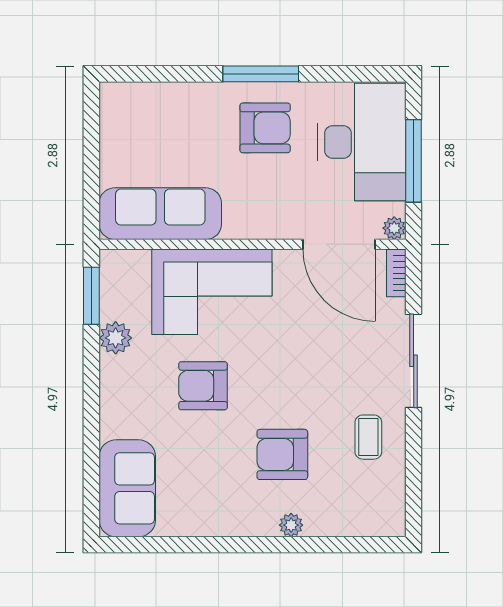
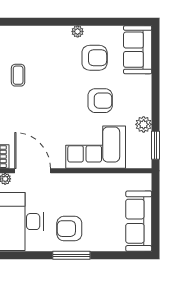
sofa: (160, 214) -> (139, 221), moved, turned 90
armchair: (282, 454) -> (95, 58), moved
plant: (291, 525) -> (78, 31), moved

